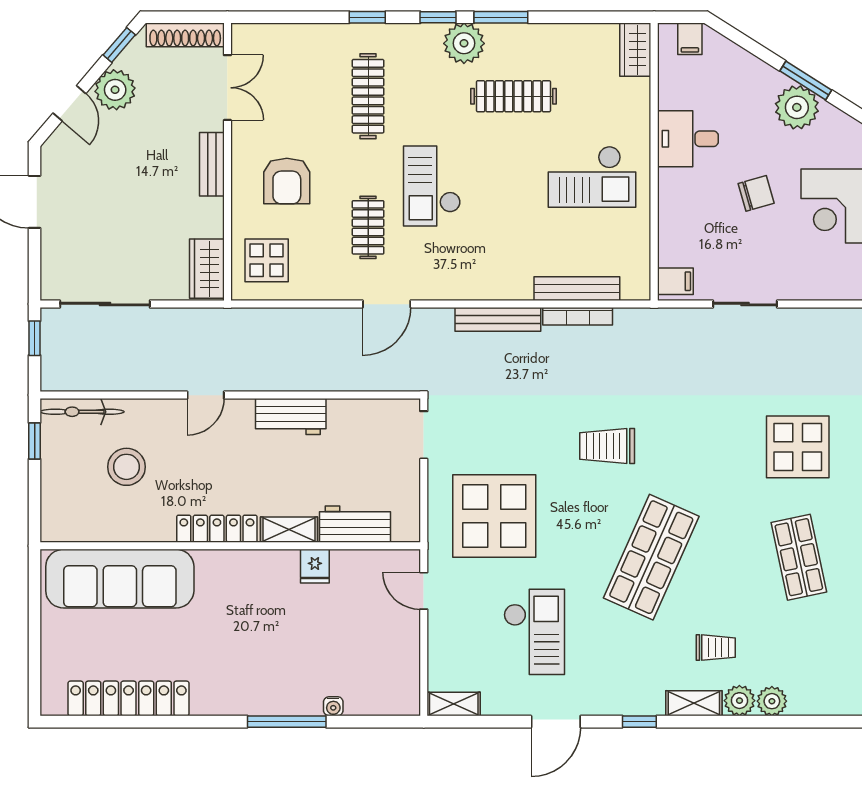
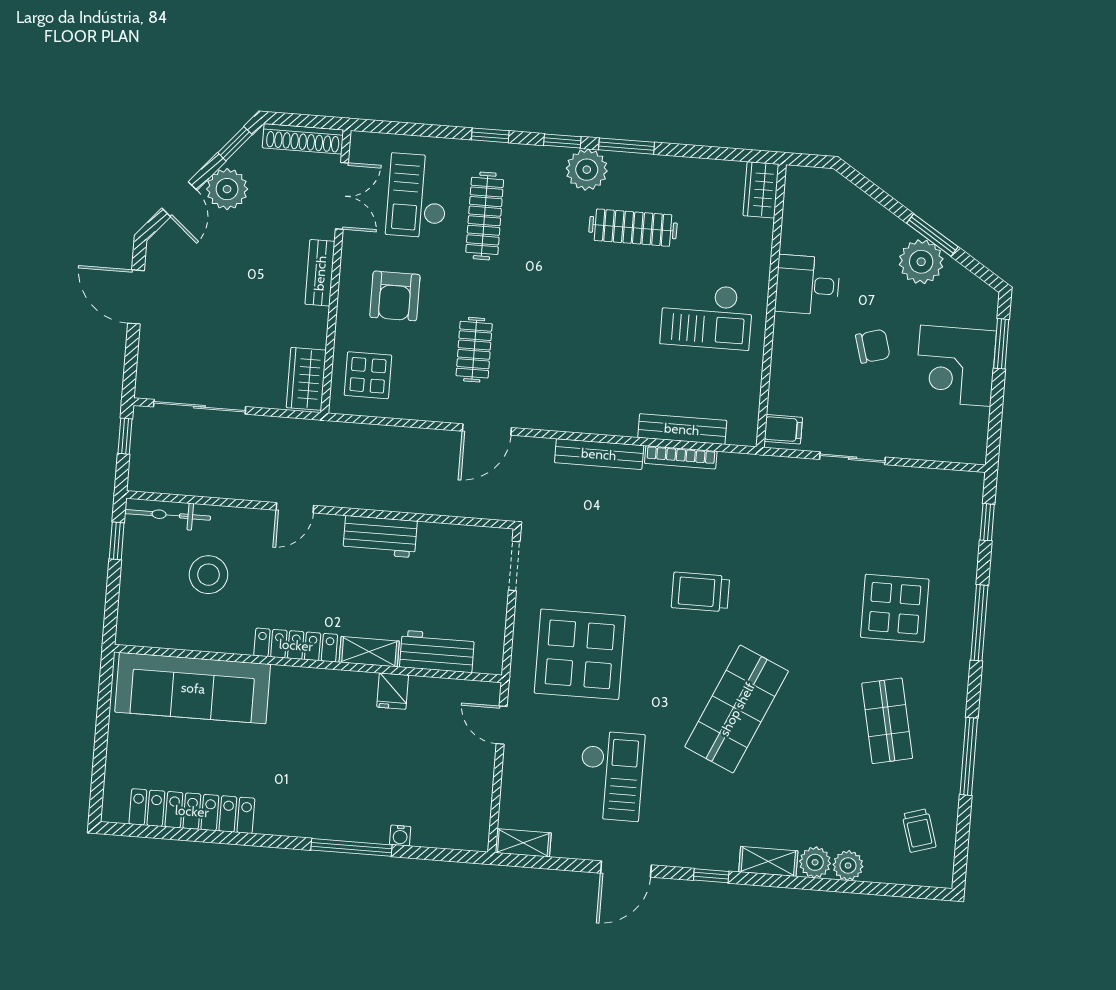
filing cabinet: (690, 39) -> (818, 183), removed
checkout: (432, 186) -> (417, 196), moved
trolley: (716, 648) -> (919, 830), moved, turned 73

